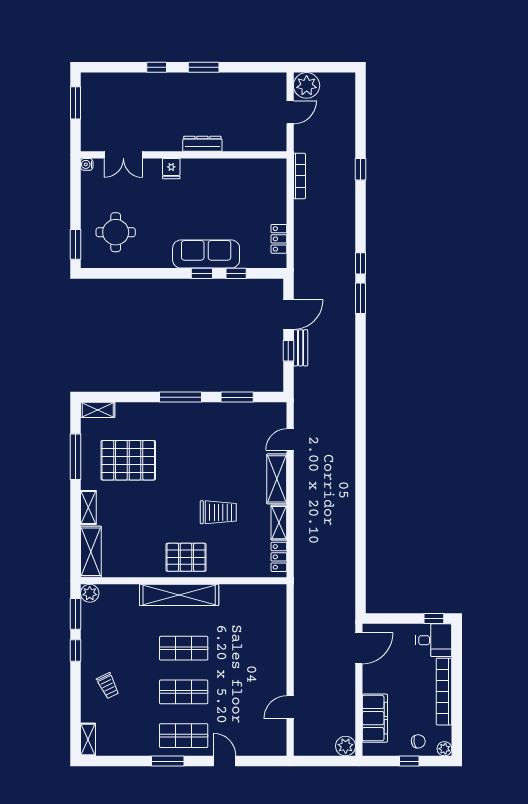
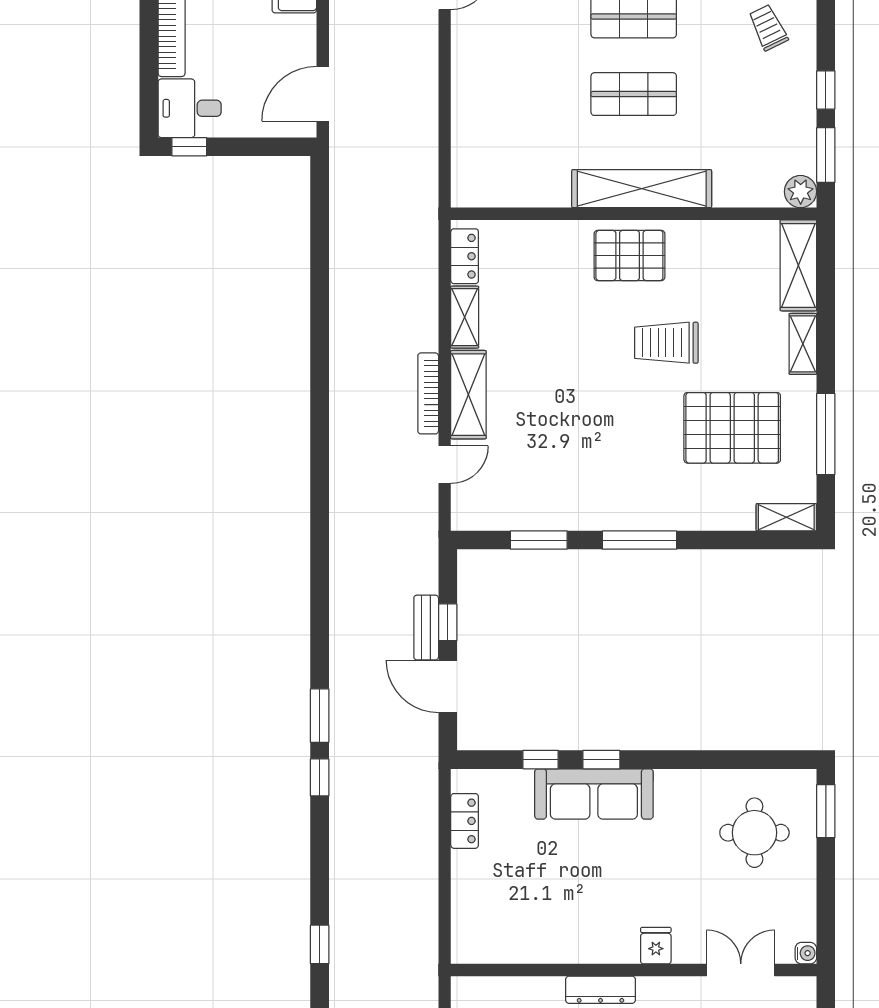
bookcase: (299, 176) -> (428, 393), moved
door: (288, 315) -> (448, 686), hinge flipped
trolley: (218, 512) -> (666, 343), moved

